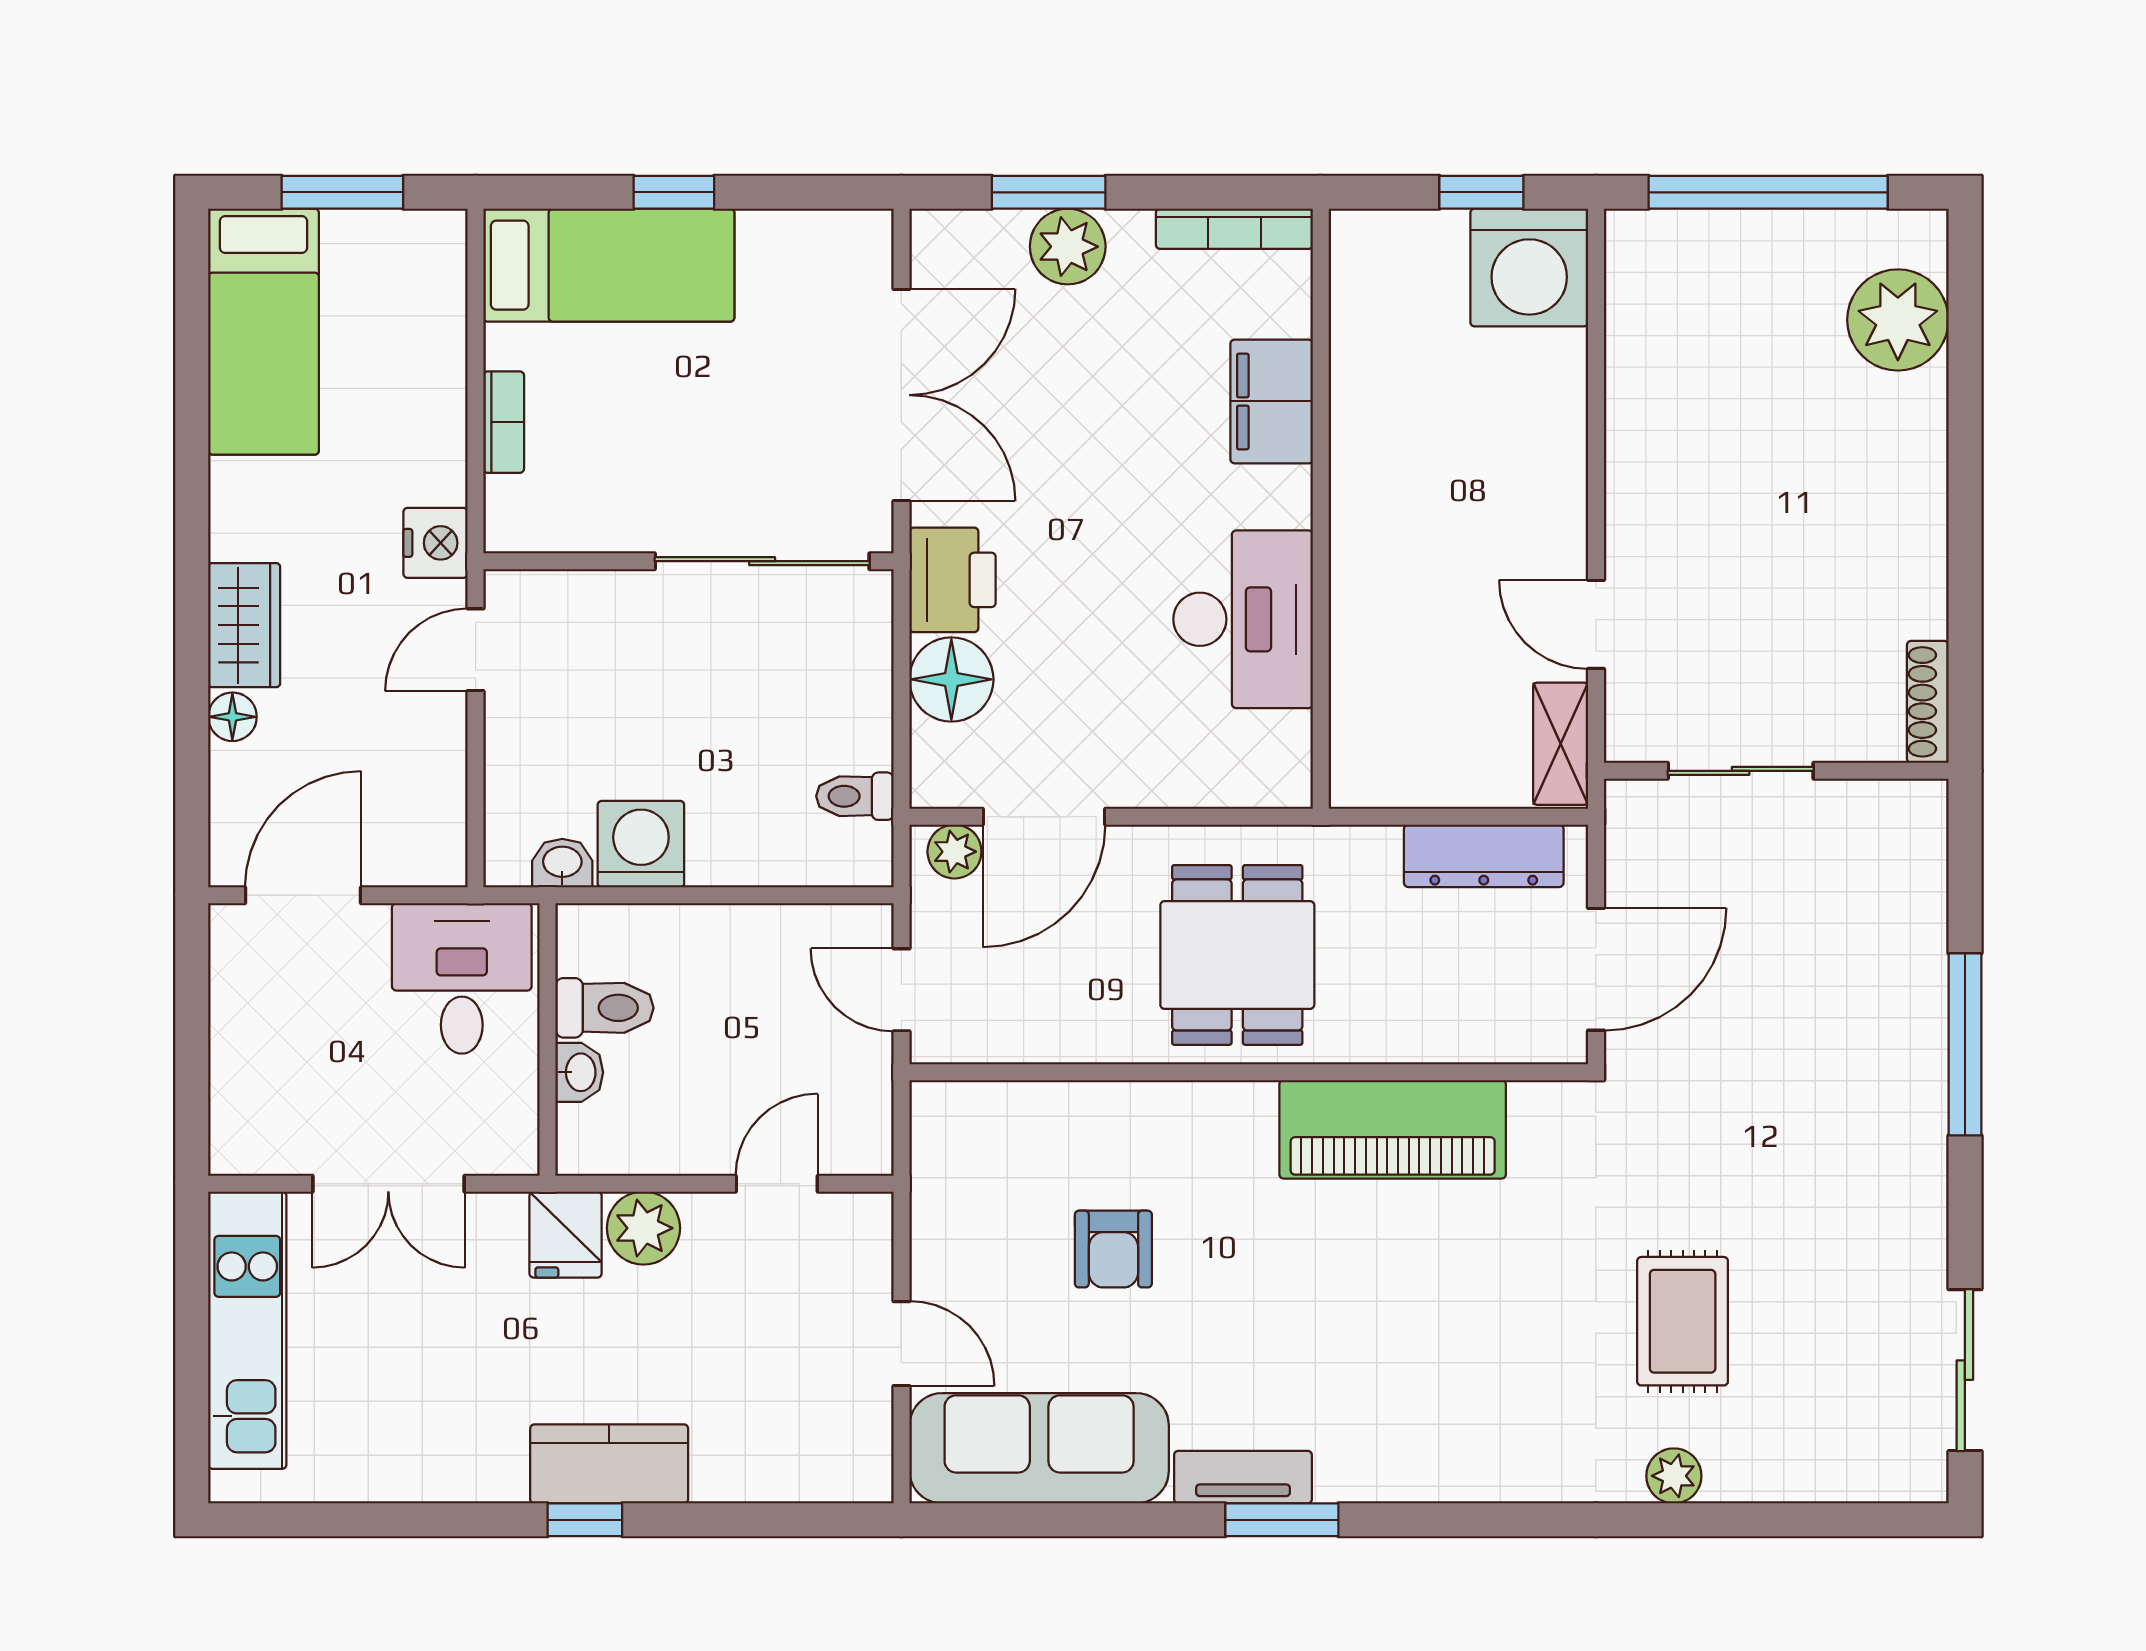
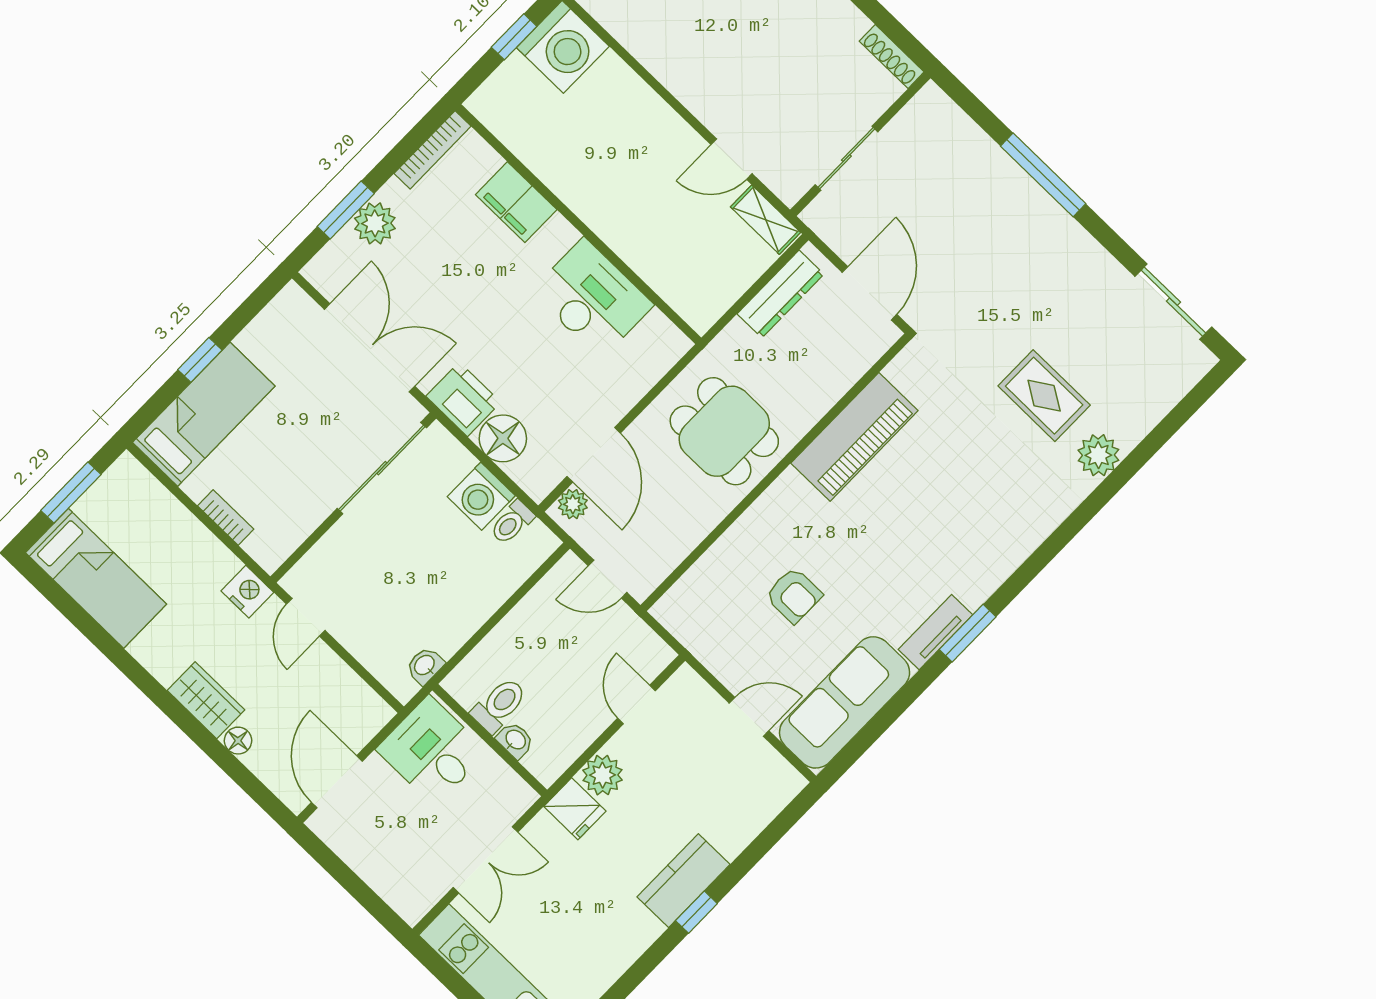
washing machine: (641, 844) -> (481, 496), moved, turned -90
plant: (1674, 1476) -> (1098, 455), width x1.38, depth x1.38

